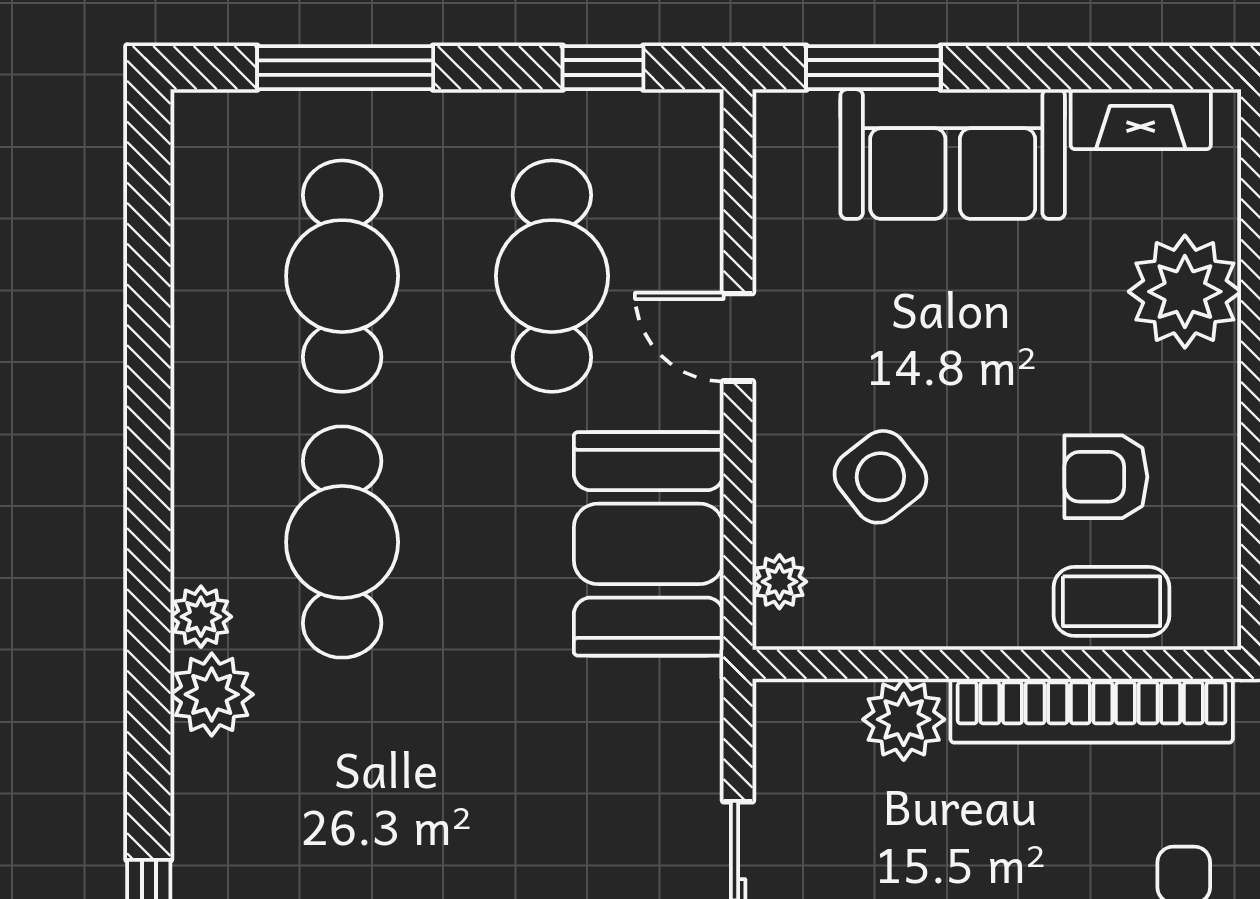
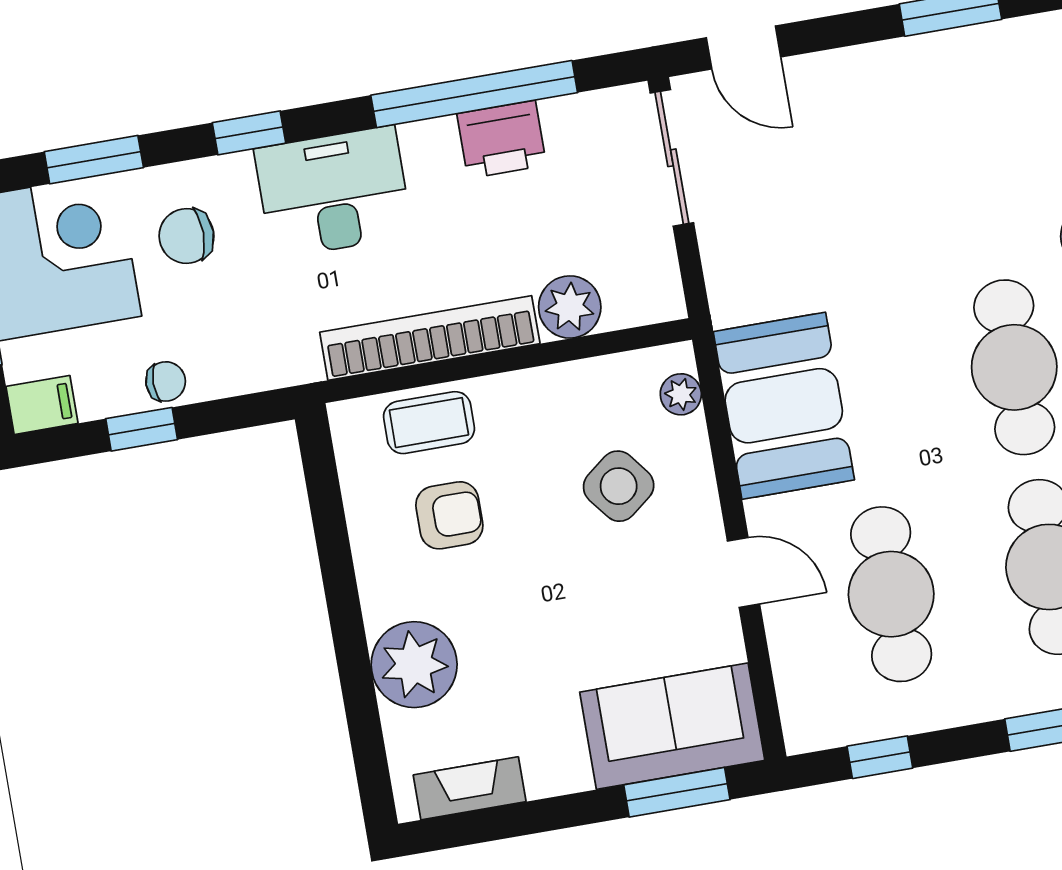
sofa: (953, 154) -> (672, 726), moved

